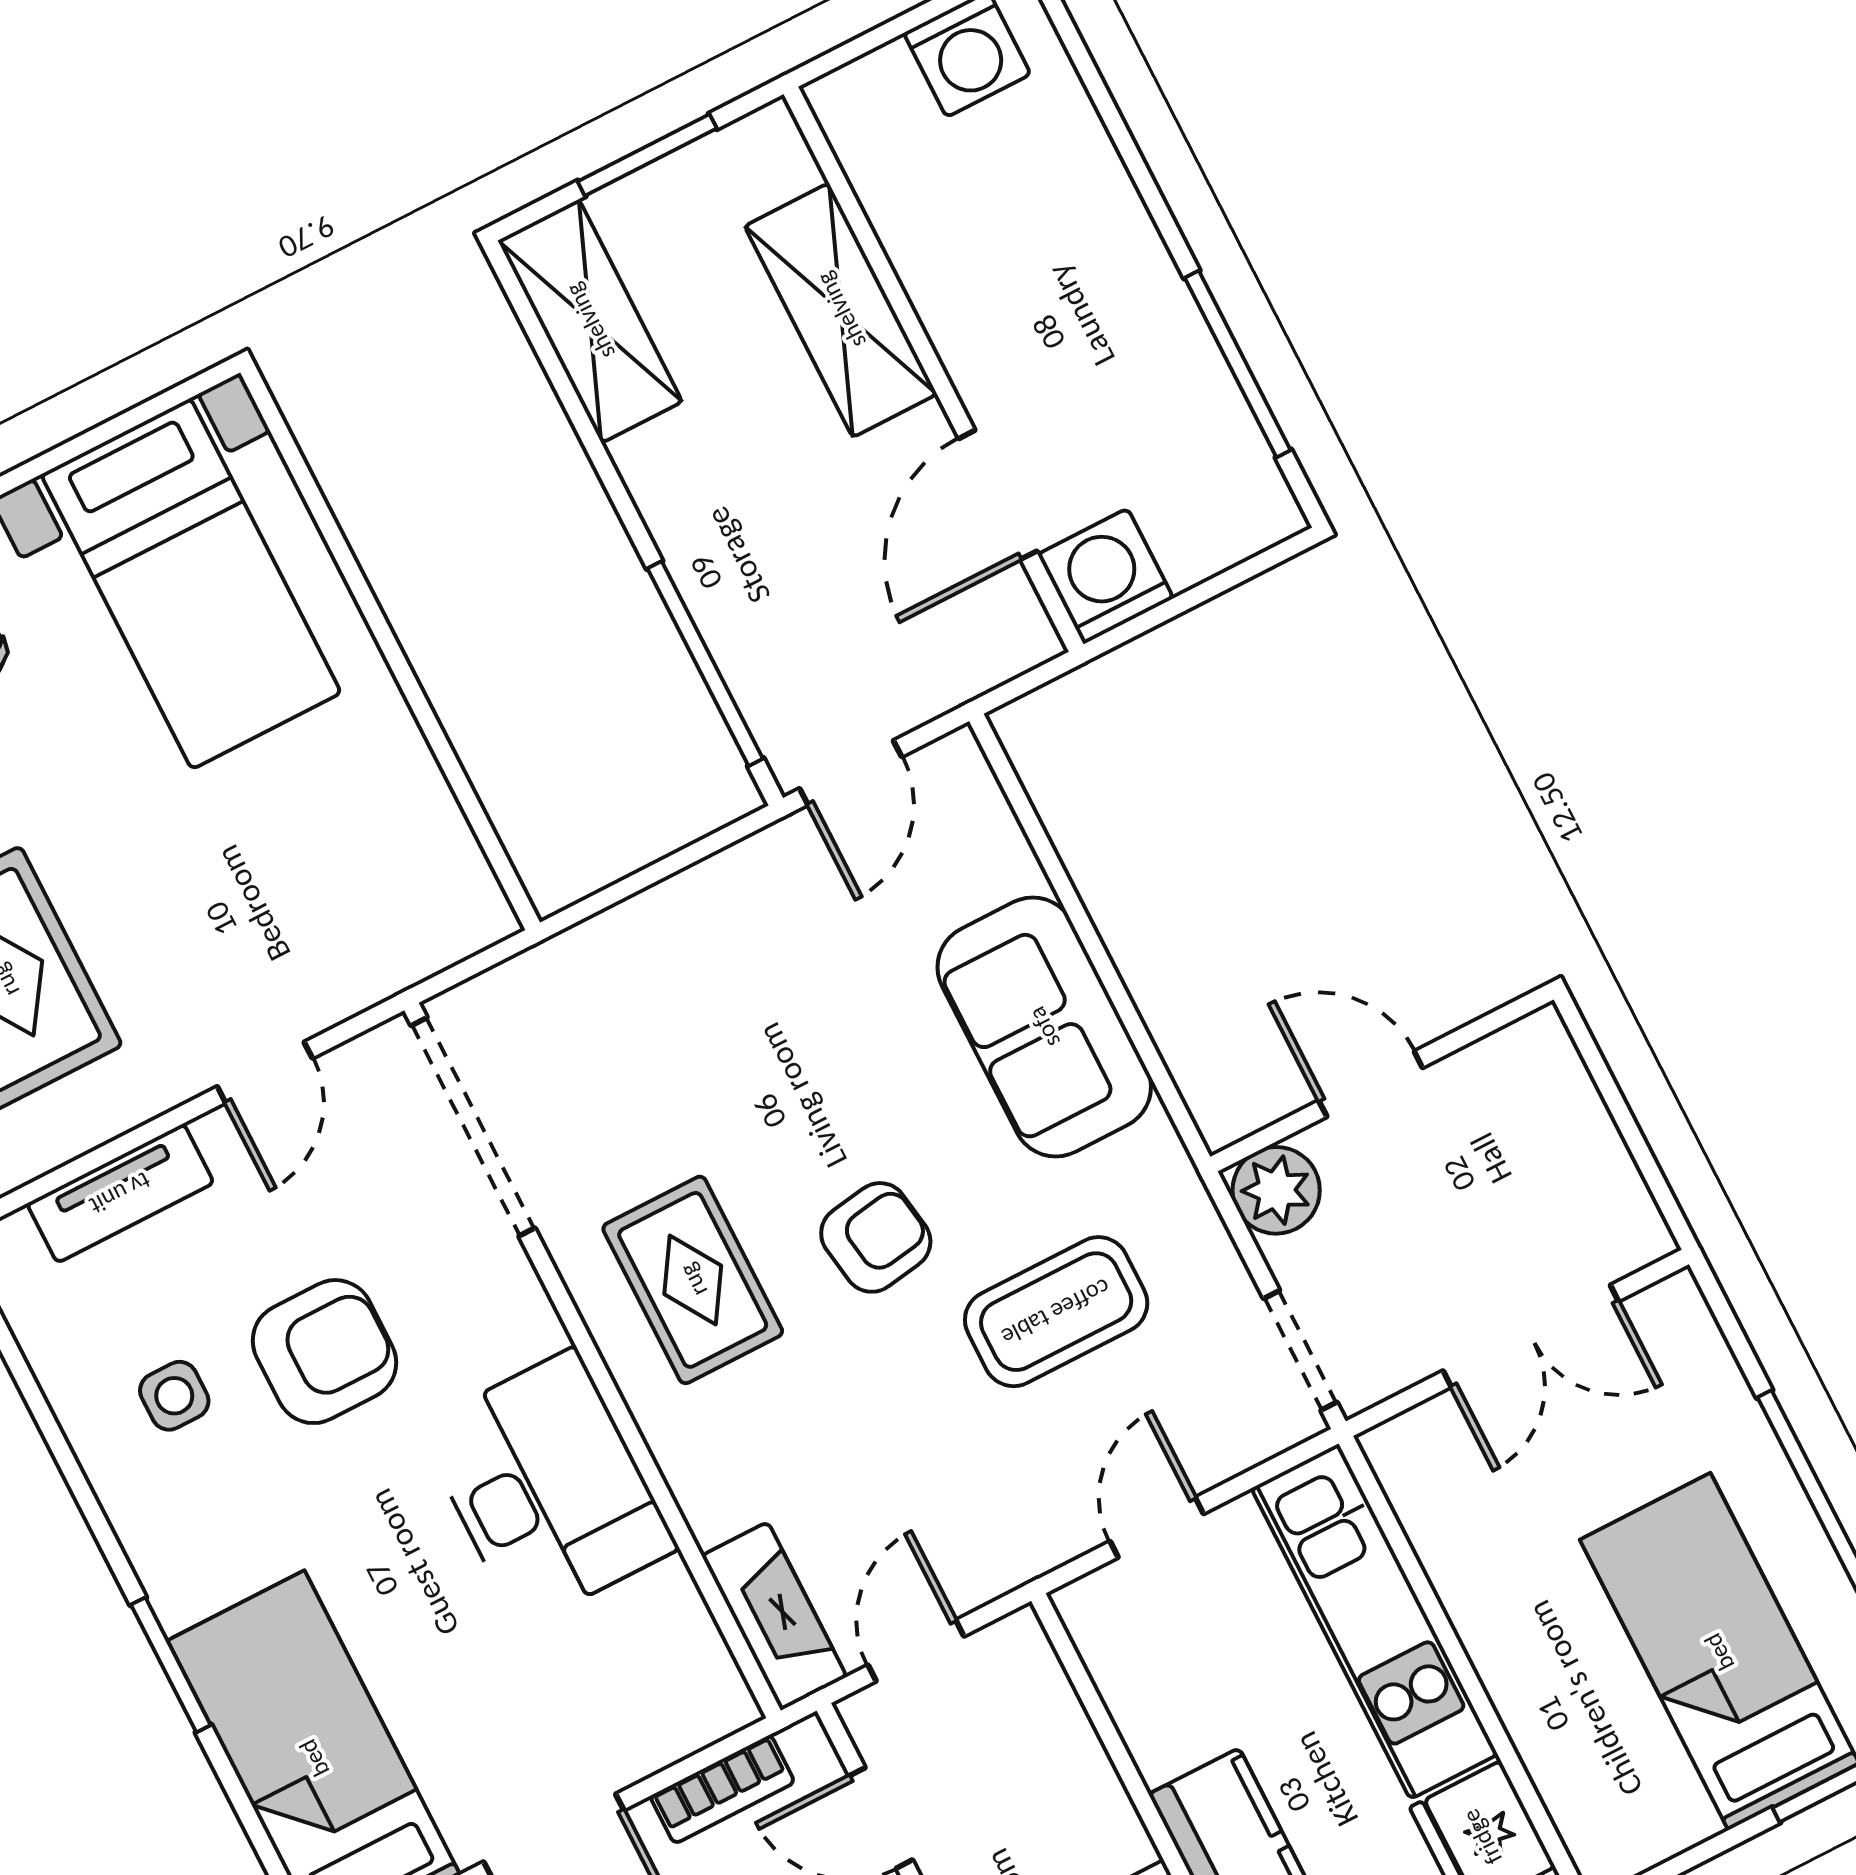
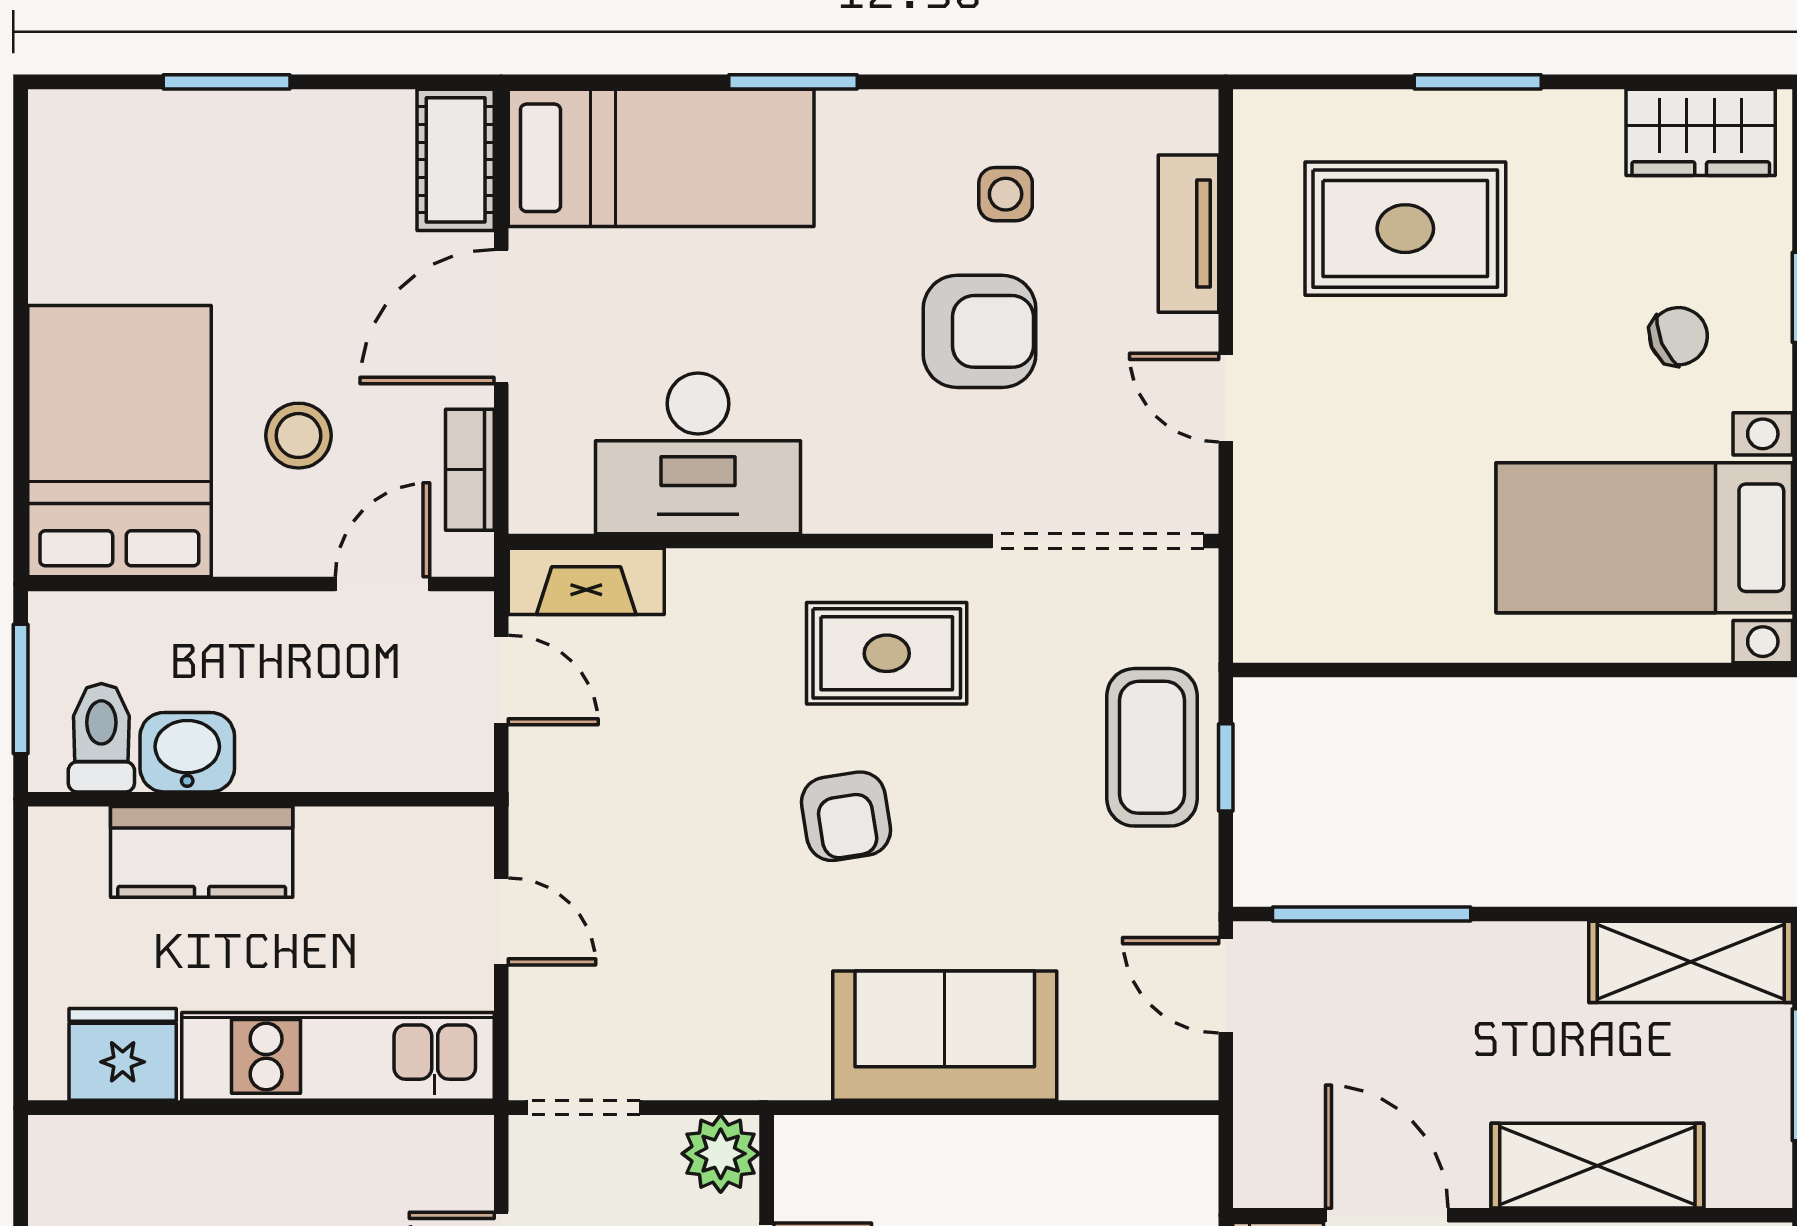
window: (633, 884) -> (1226, 767), added
coffee table: (1056, 1312) -> (1152, 747), moved
armchair: (324, 1352) -> (980, 331), turned -90
desk: (548, 1488) -> (698, 453), moved

